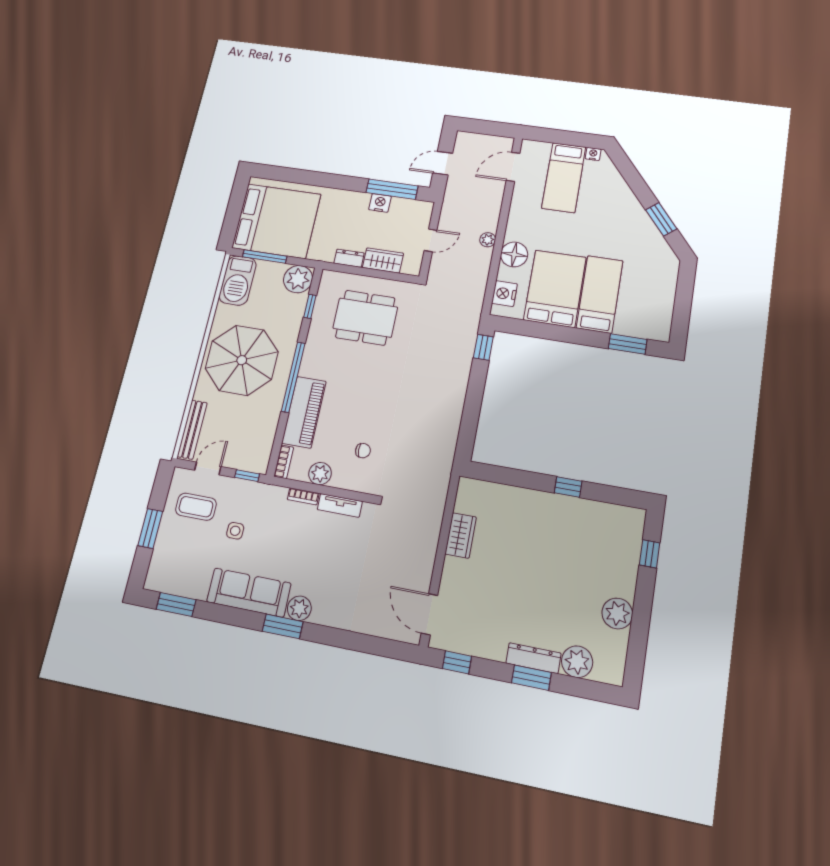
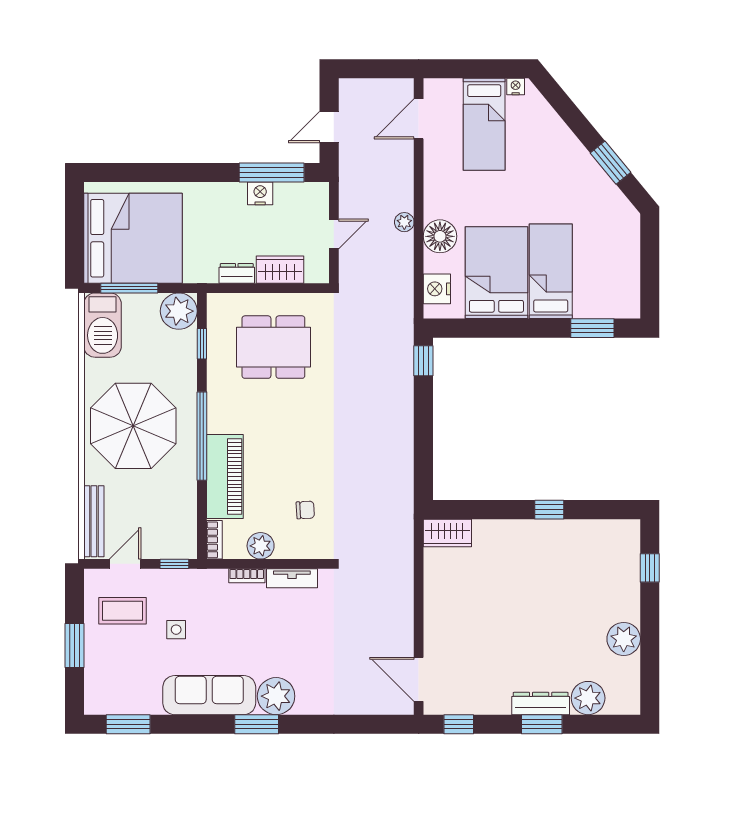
wardrobe: (461, 535) -> (447, 533), moved, turned 90
plant: (299, 608) -> (276, 696), width x1.36, depth x1.36

